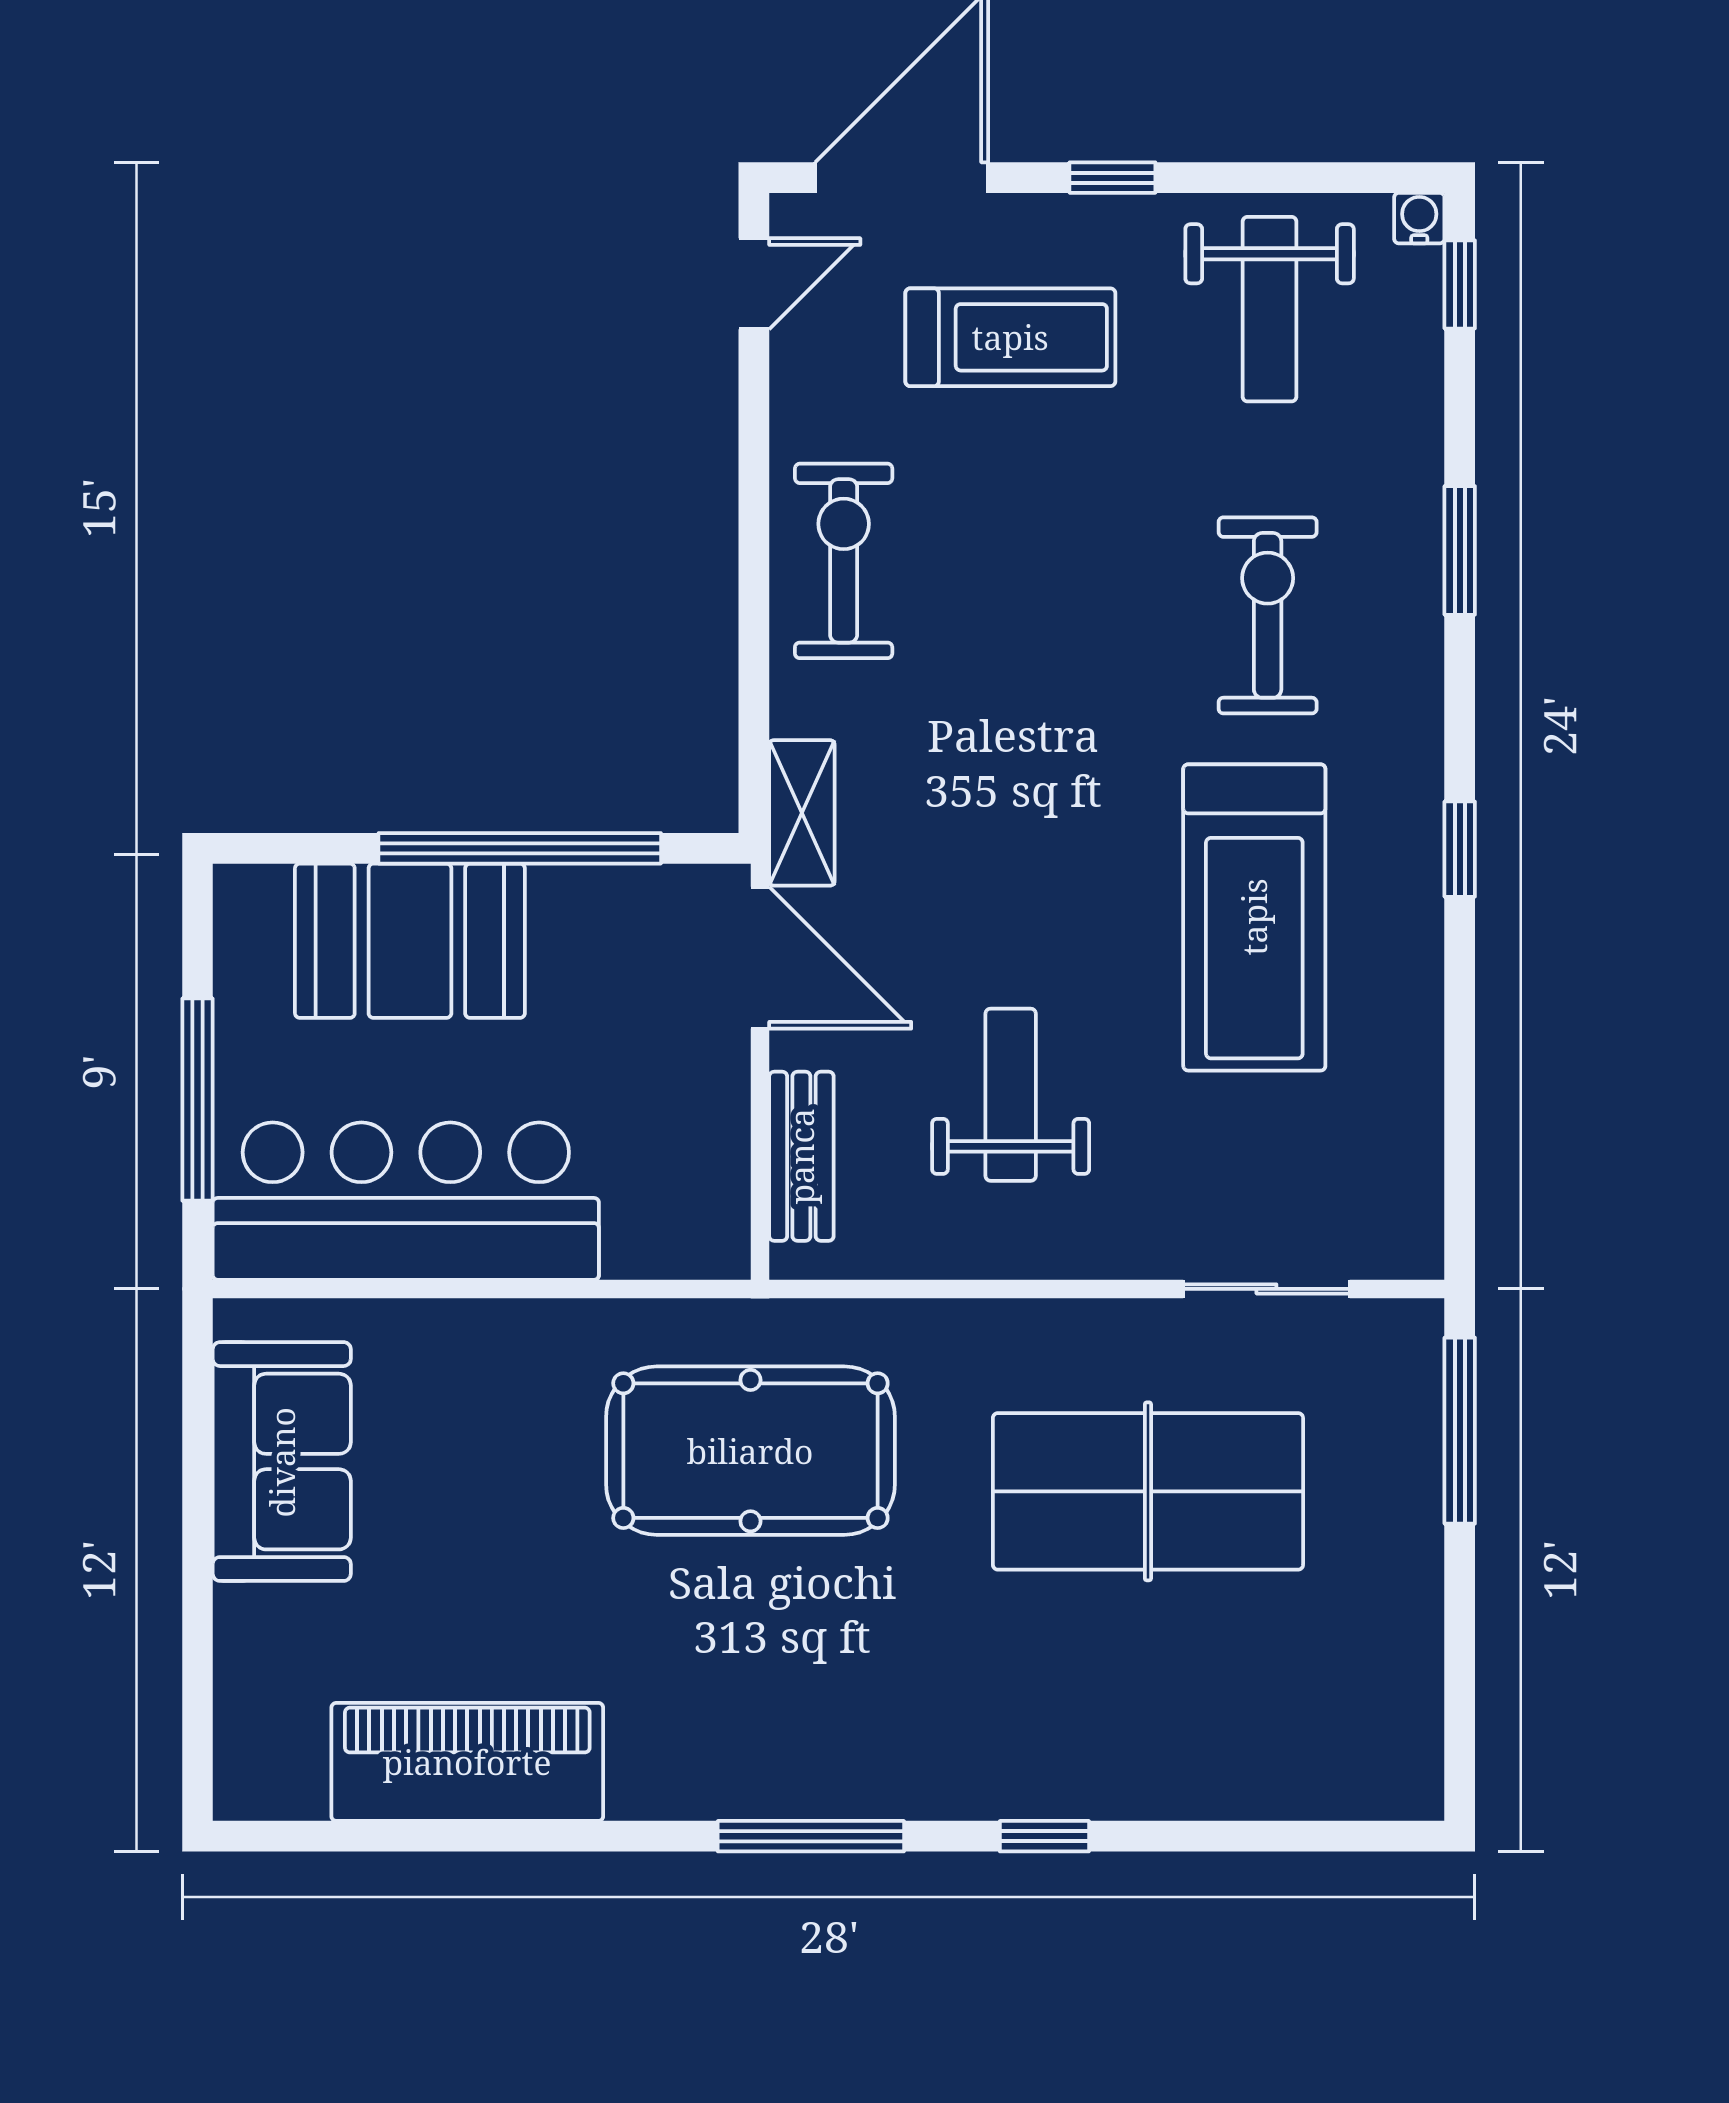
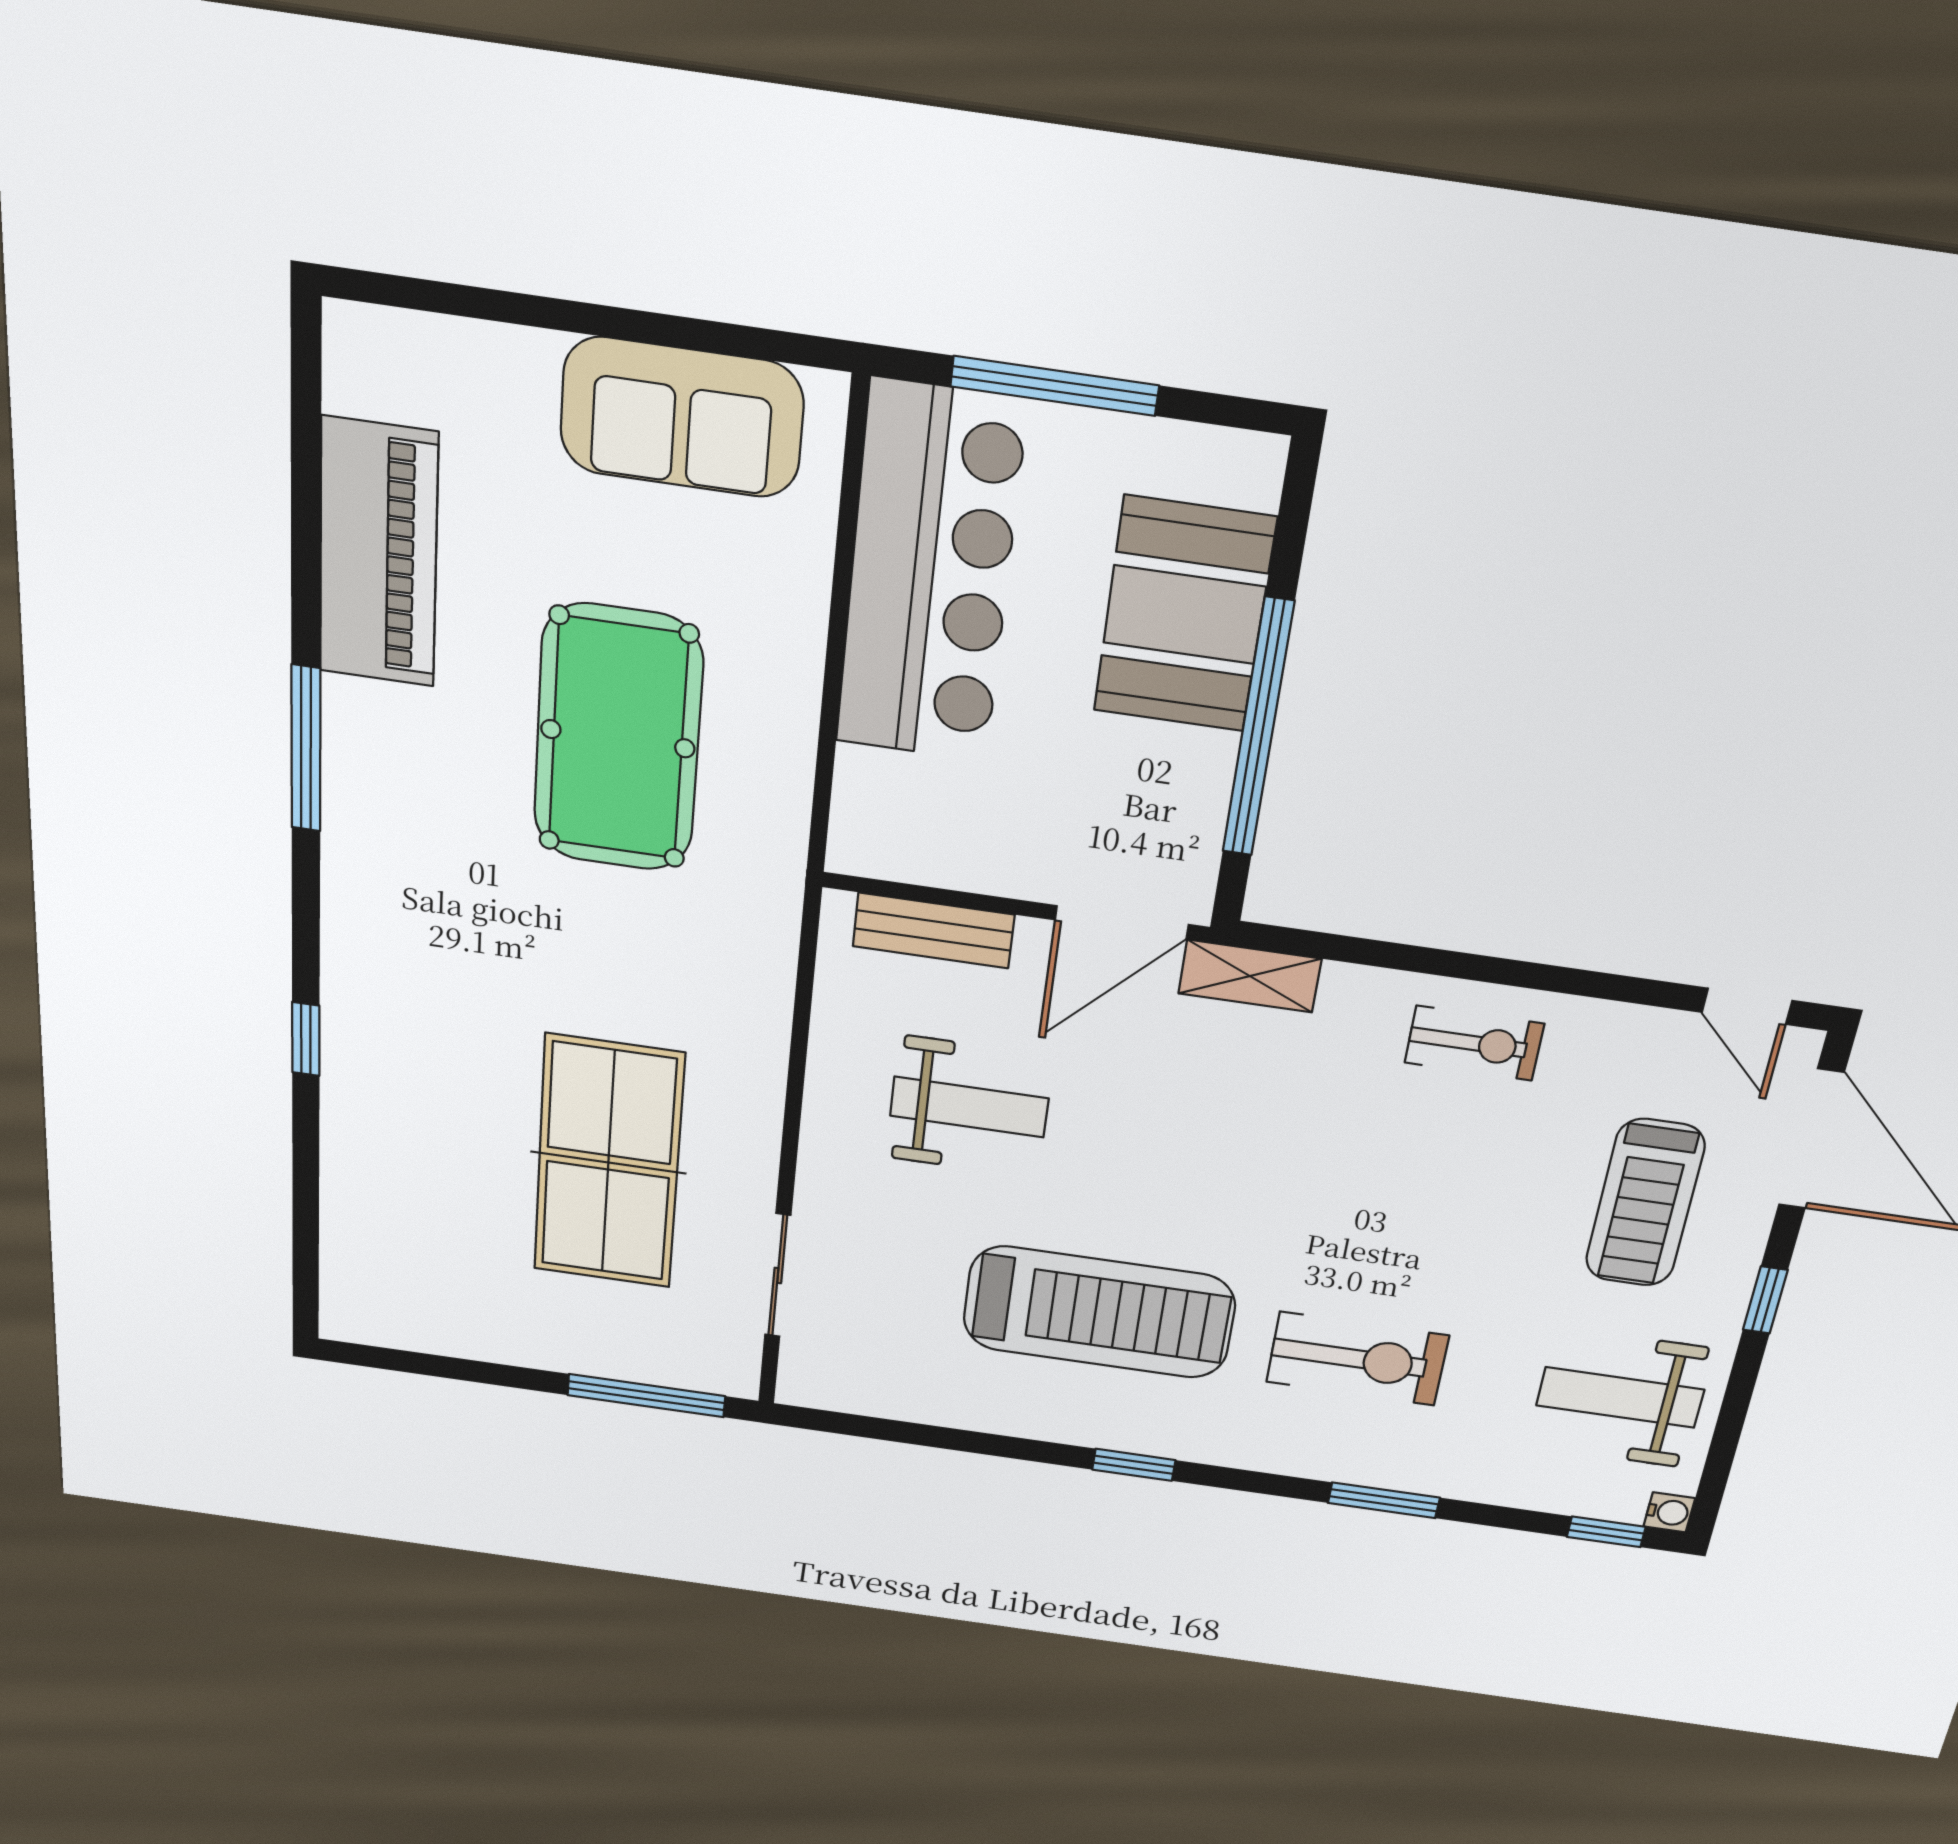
exercise bike: (844, 561) -> (1474, 1043), width x0.73, depth x0.72
treadmill: (1254, 917) -> (1099, 1312), turned 180
pool table: (750, 1451) -> (618, 739), moved
window: (811, 1836) -> (306, 749), moved

